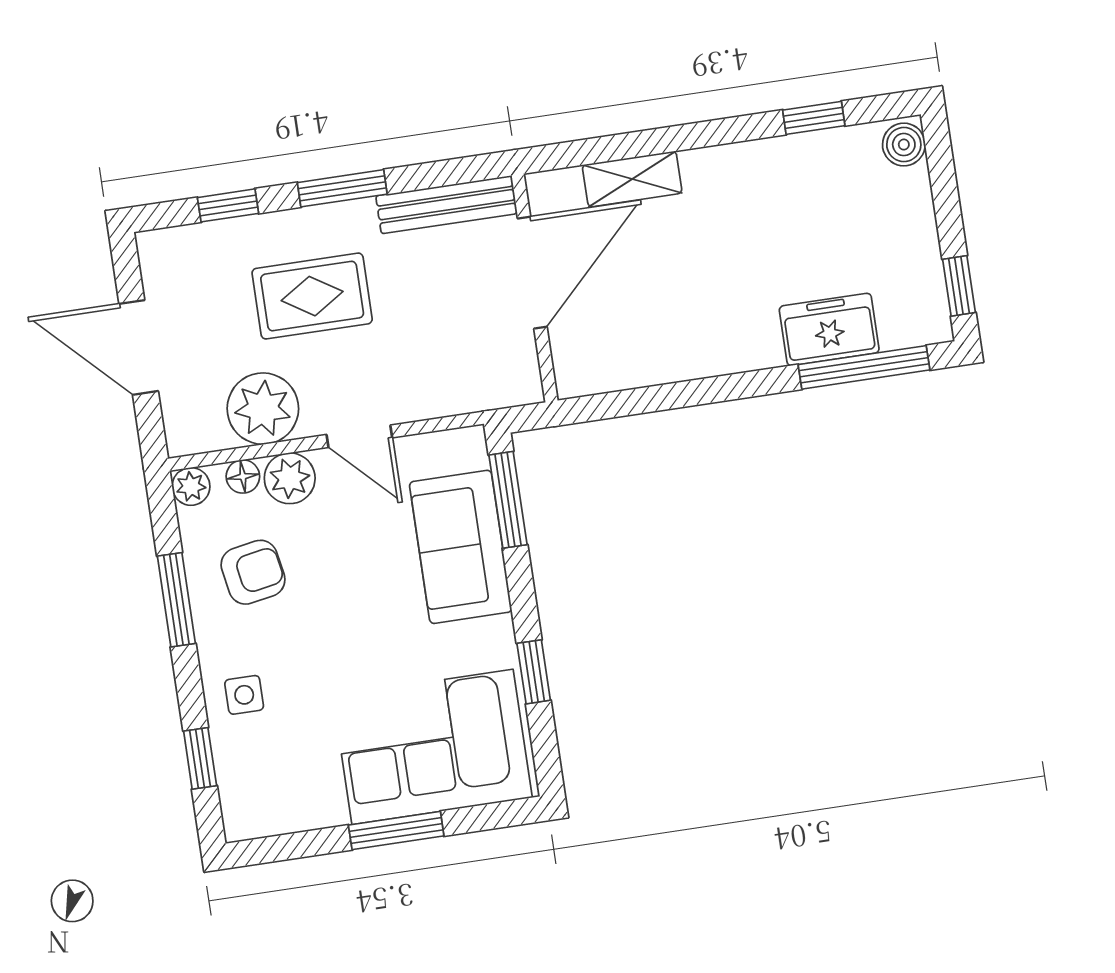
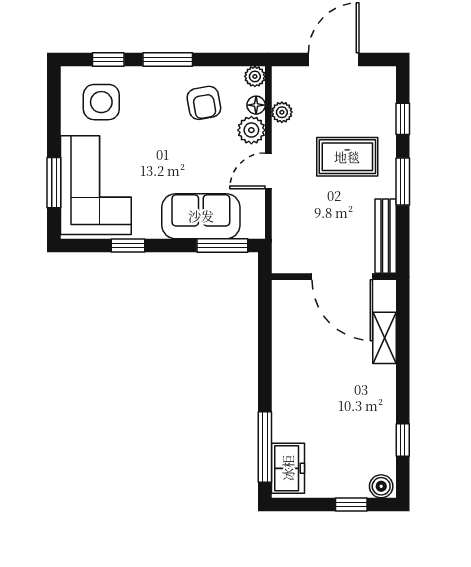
window: (959, 286) -> (351, 505), moved
rug: (312, 296) -> (347, 157), turned 90
freezer: (829, 329) -> (288, 468), moved
plant: (263, 409) -> (282, 112), width x0.53, depth x0.53
window: (176, 600) -> (168, 60), moved
side table: (244, 695) -> (101, 102), moved, width x1.87, depth x1.87
window: (396, 831) -> (54, 183), moved

